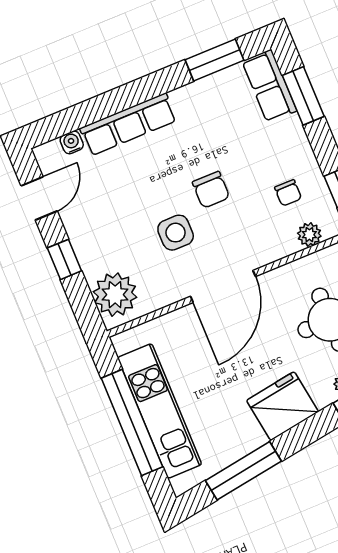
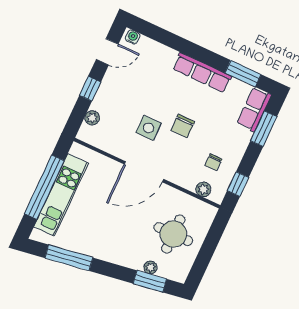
row of seats: (128, 124) -> (202, 73), moved
water cooler: (72, 142) -> (133, 37), moved
plant: (115, 295) -> (92, 118), width x0.53, depth x0.53
fridge: (283, 406) -> (115, 249), removed

